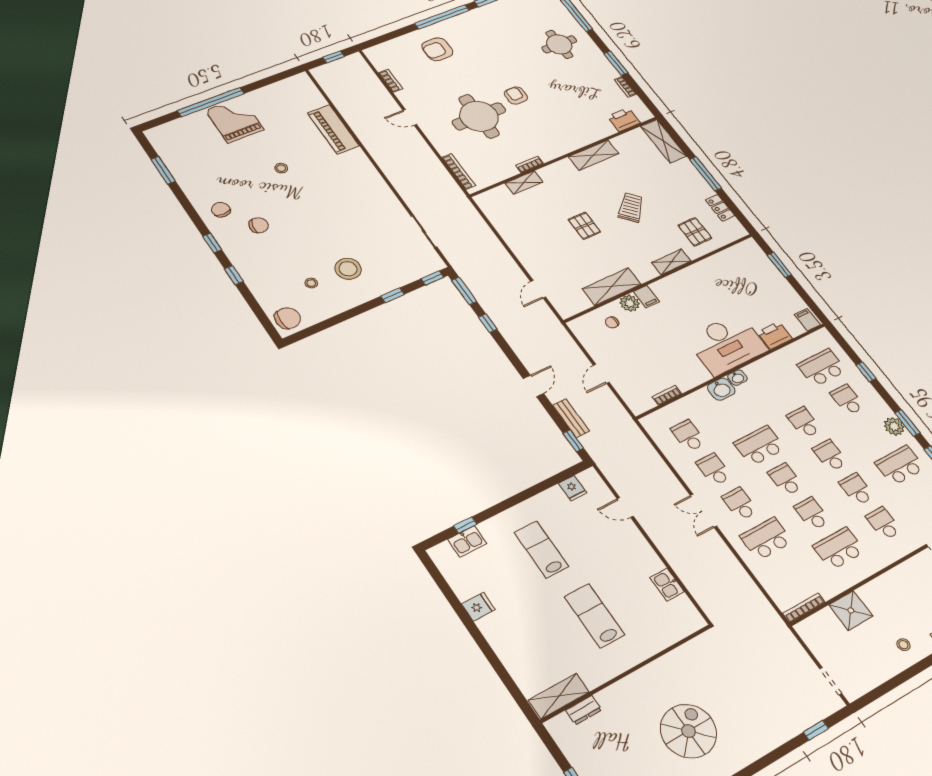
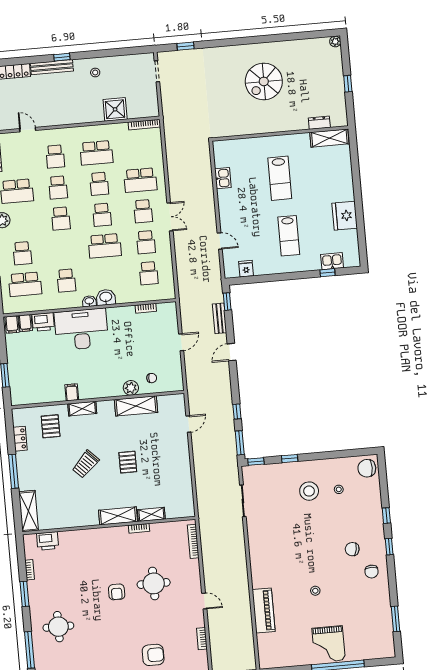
round table: (479, 116) -> (154, 583), width x0.73, depth x0.73
shelving: (594, 155) -> (118, 516), moved
filing cabinet: (646, 297) -> (72, 392), moved
filing cabinet: (794, 327) -> (25, 323), added
school desk: (804, 422) -> (66, 281), moved
fridge: (478, 607) -> (345, 216), width x1.88, depth x1.34

